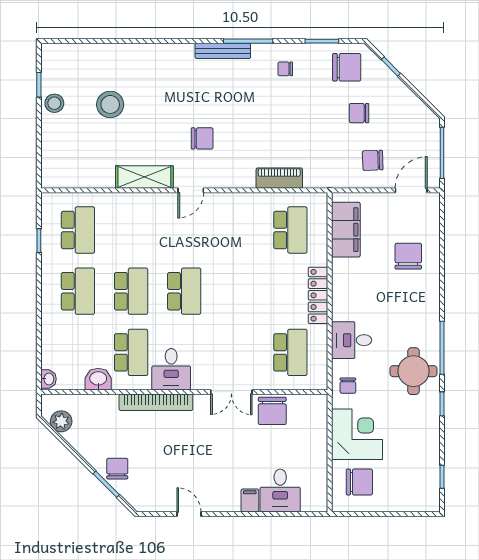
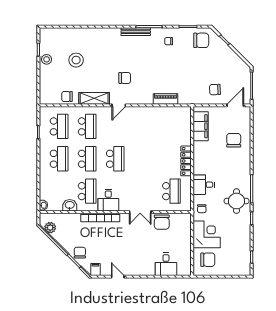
chair: (359, 113) -> (67, 97), moved
school desk: (290, 230) -> (87, 126), moved
filing cabinet: (250, 501) -> (95, 269), moved

